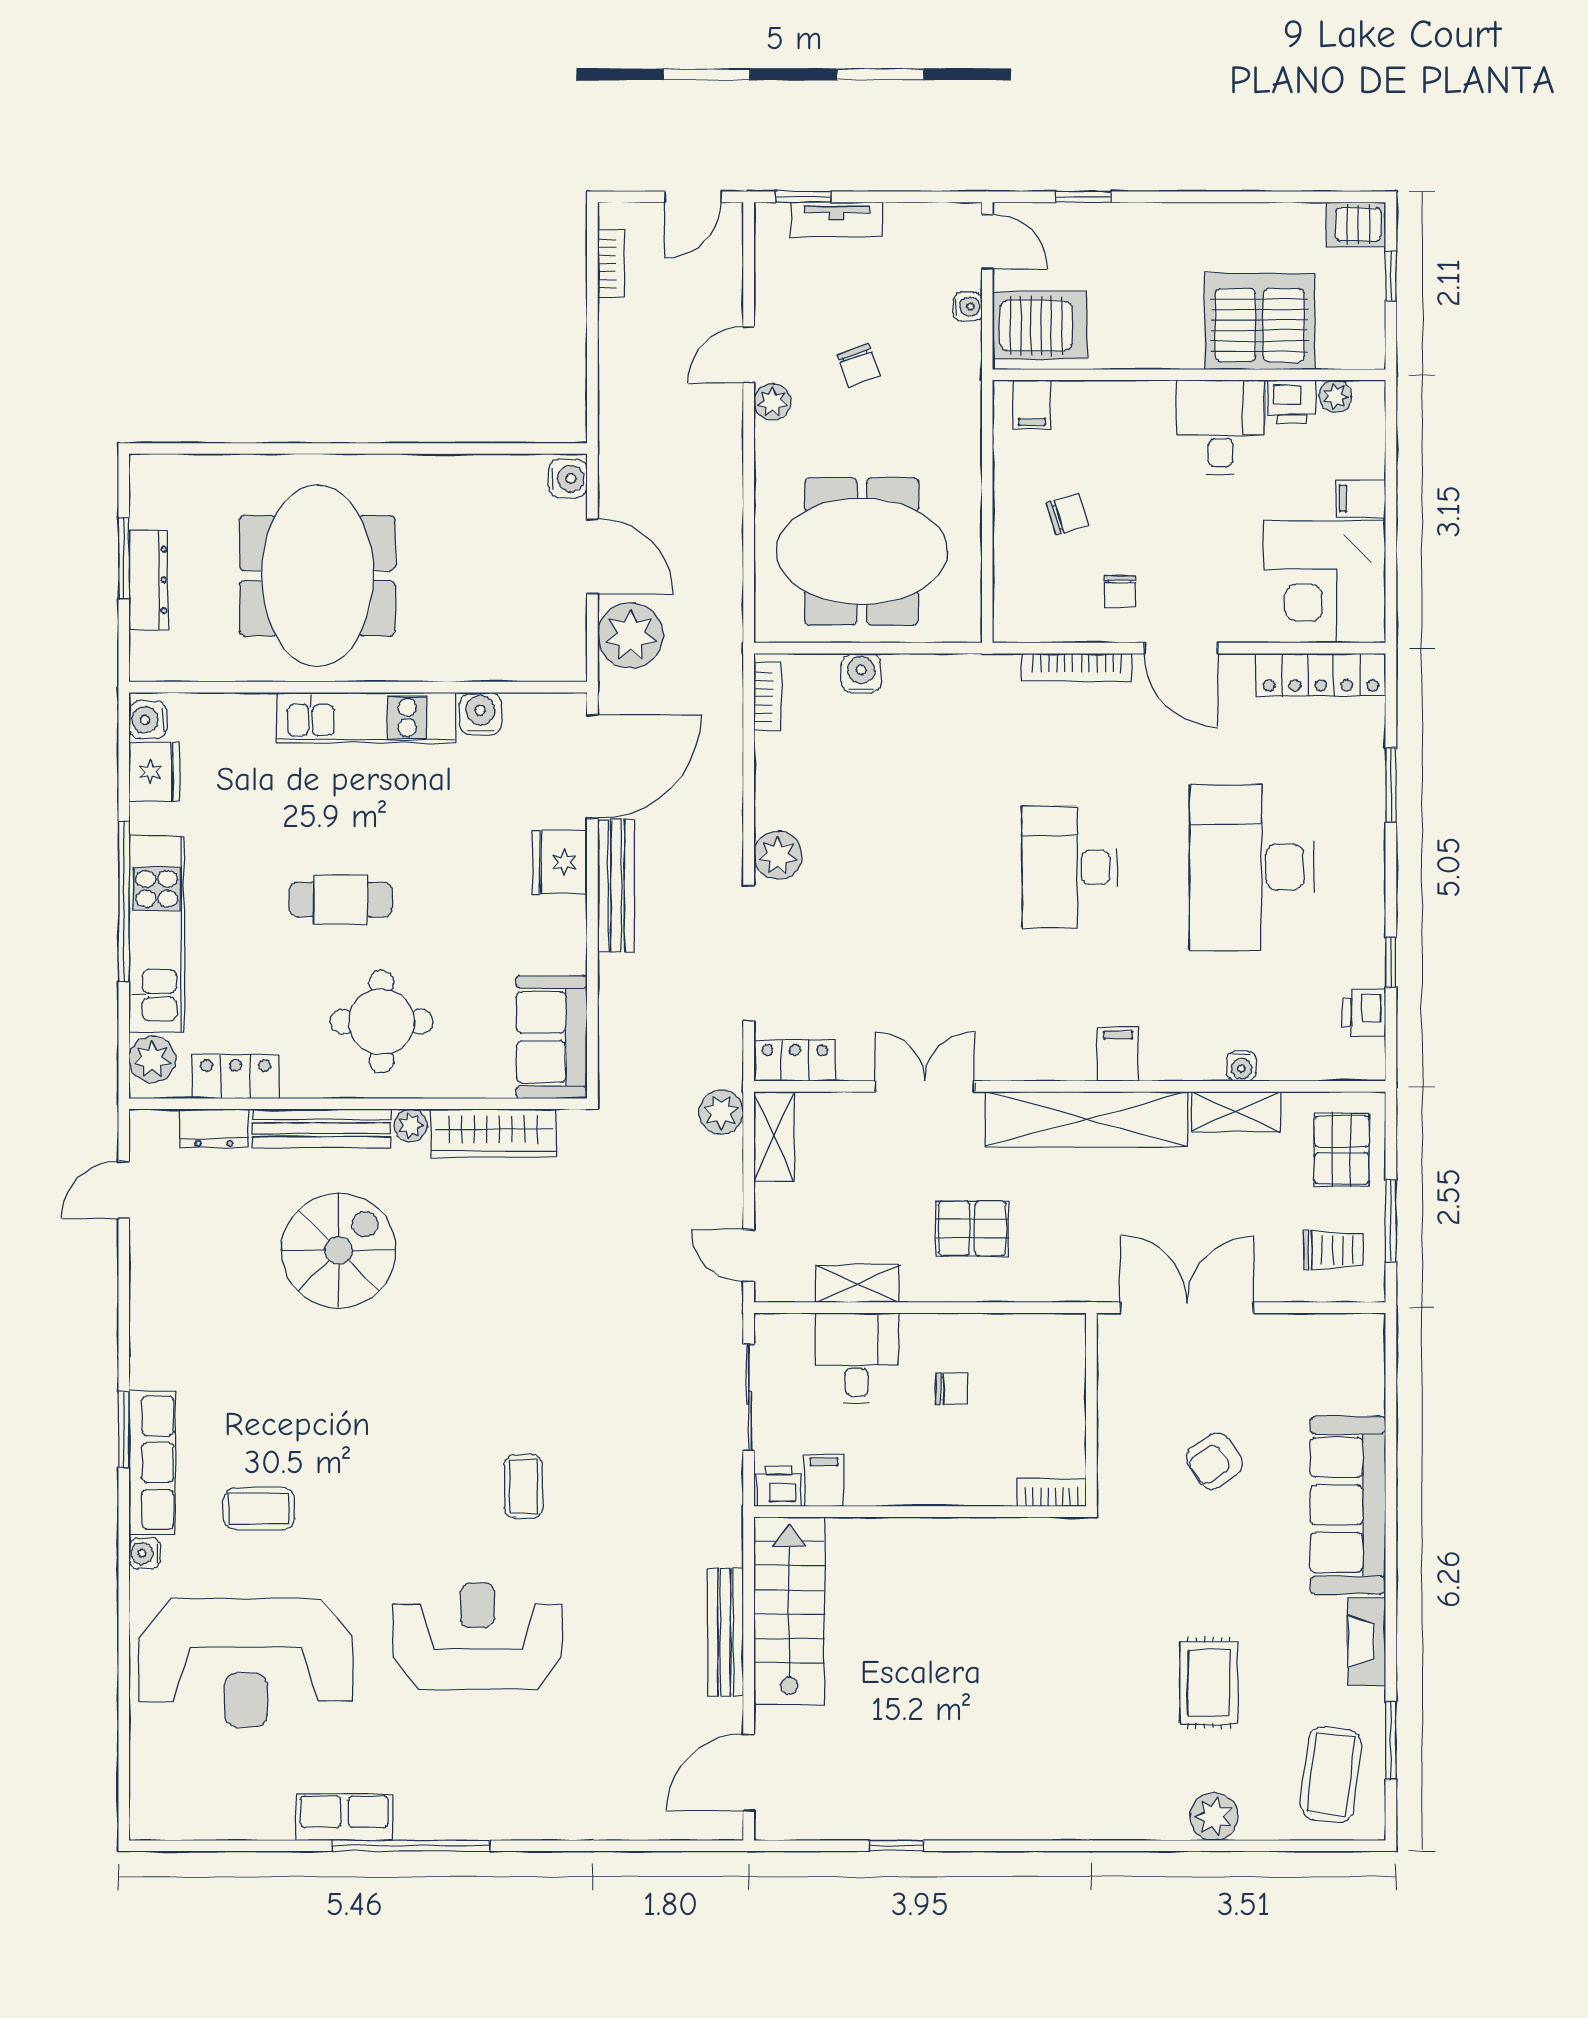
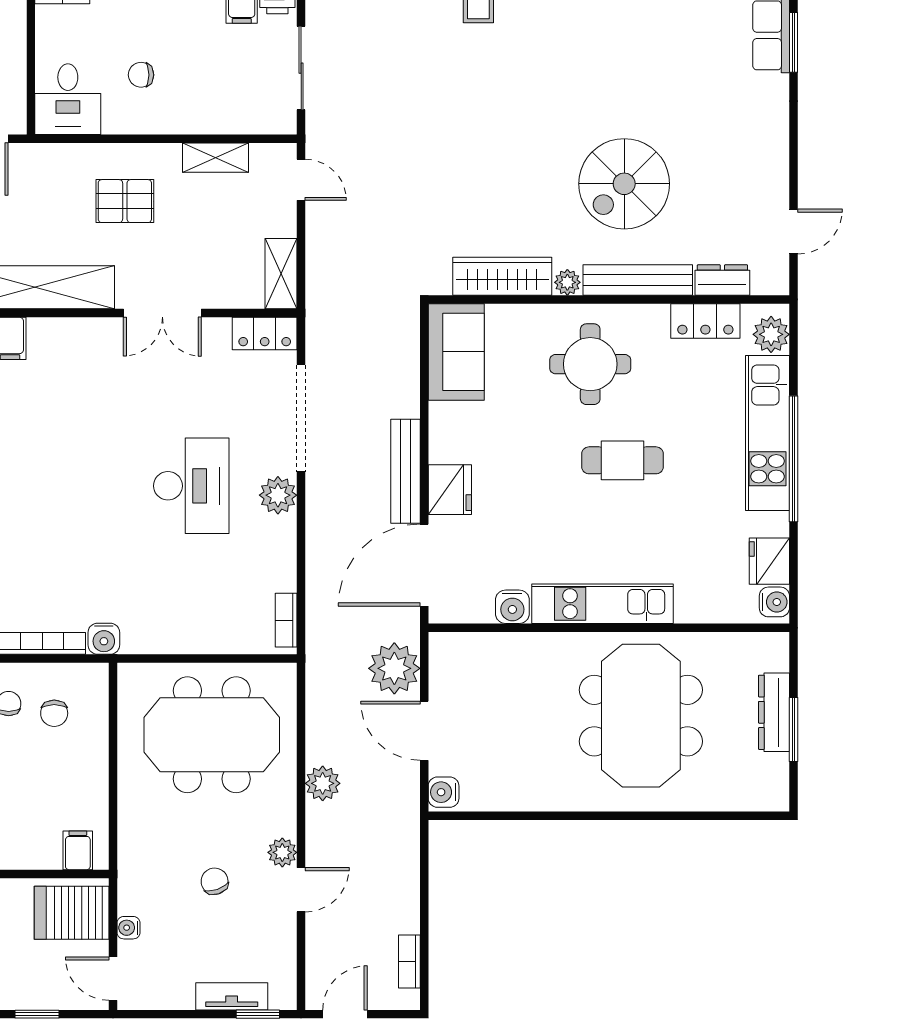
chair: (1067, 514) -> (54, 713), moved, turned -73
water cooler: (861, 673) -> (104, 639), moved
desk: (1070, 867) -> (191, 486), moved
plant: (721, 1112) -> (323, 783), moved
desk: (857, 1358) -> (68, 99), moved

